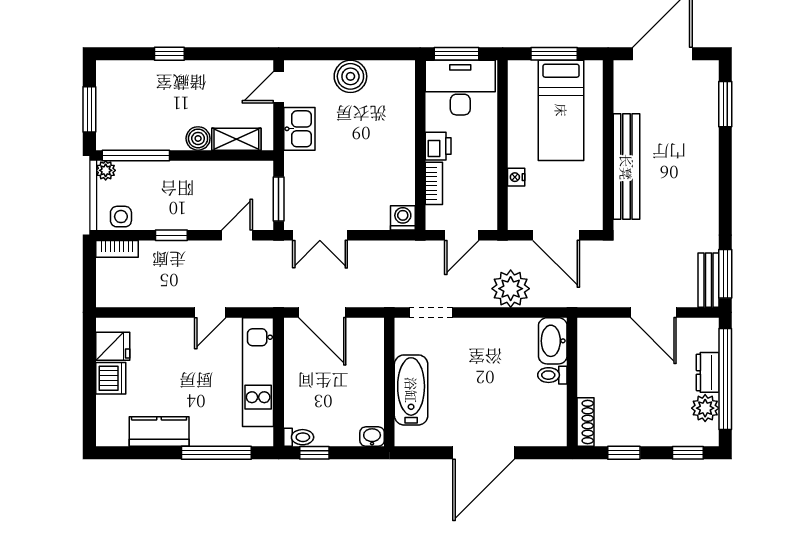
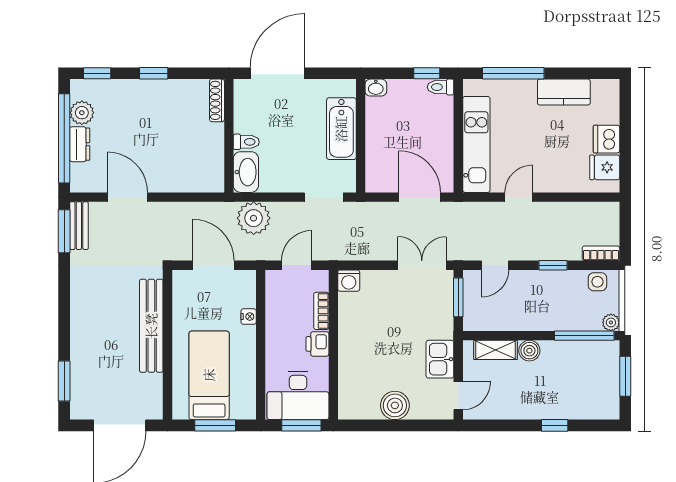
washbasin: (553, 341) -> (246, 172), moved
toilet: (552, 375) -> (246, 142), moved
wall: (572, 382) -> (229, 136), moved
shoe rack: (586, 422) -> (217, 100), moved

